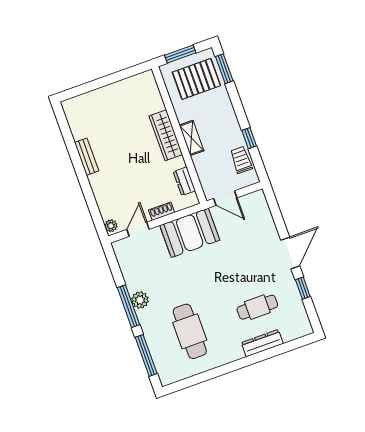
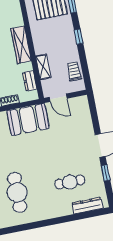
shelving: (191, 138) -> (43, 67), moved
window: (249, 138) -> (79, 37), moved
dresser: (262, 343) -> (87, 206), moved

